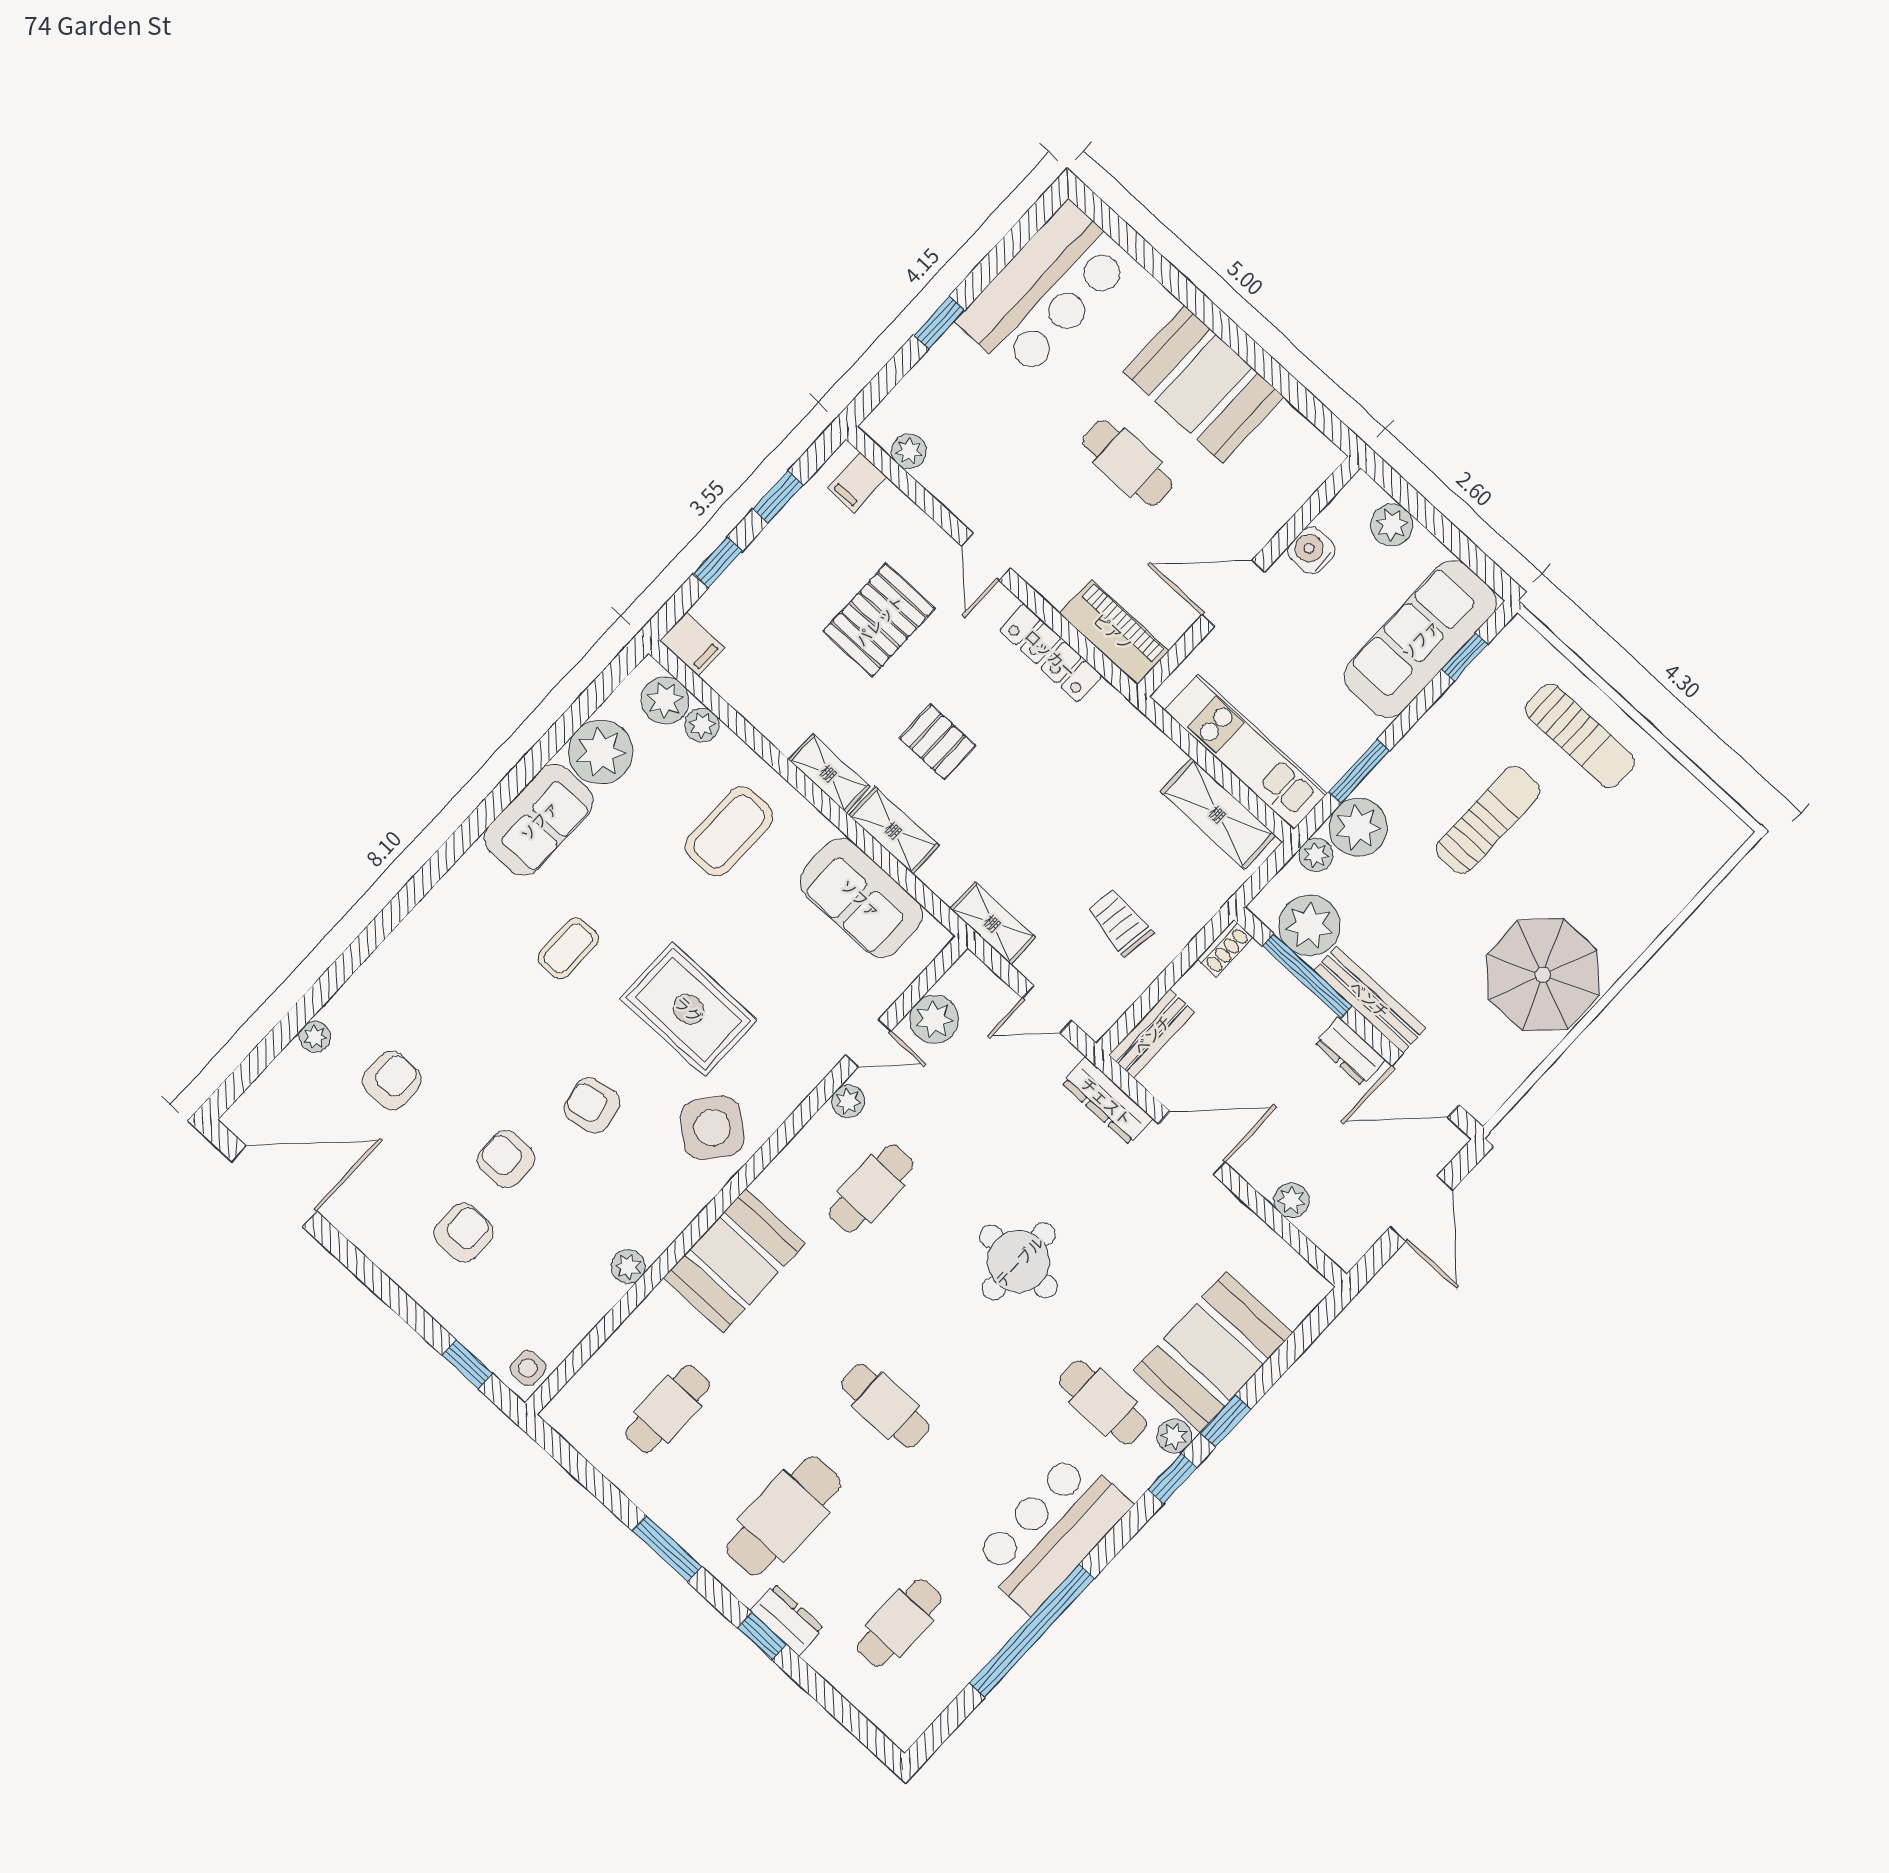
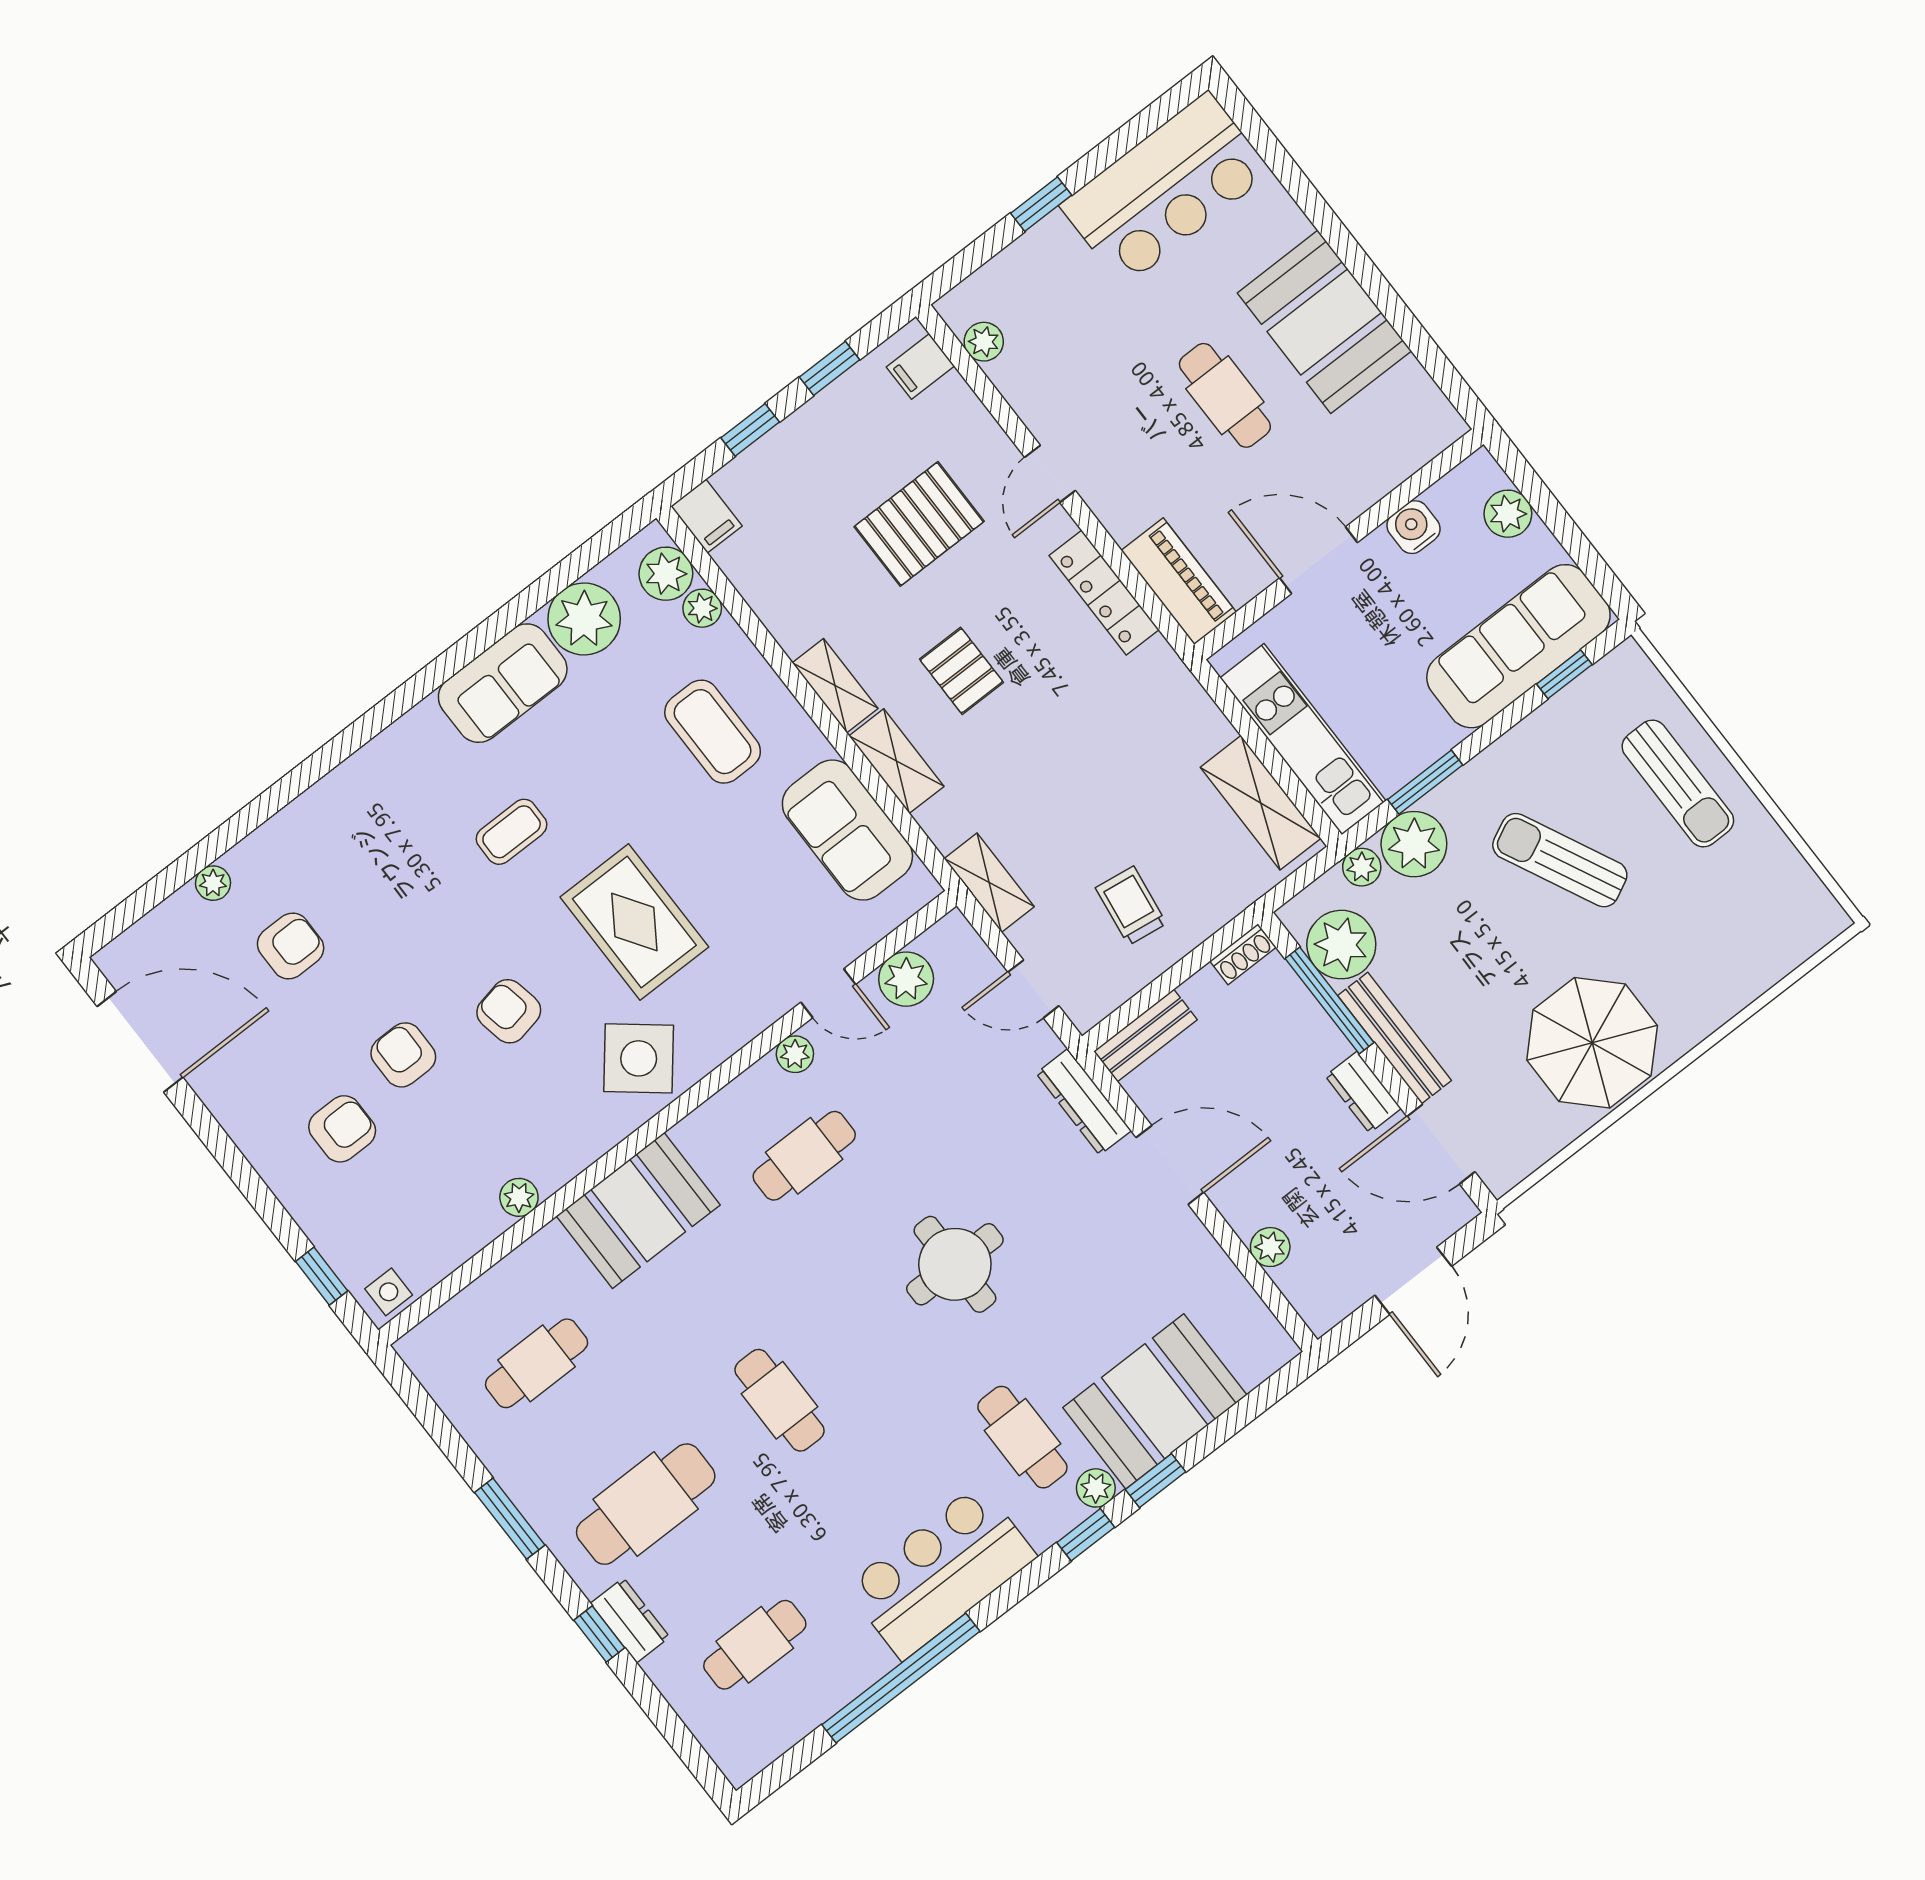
sun lounger: (1488, 820) -> (1560, 860), turned -116
coffee table: (729, 831) -> (713, 732), turned 90

